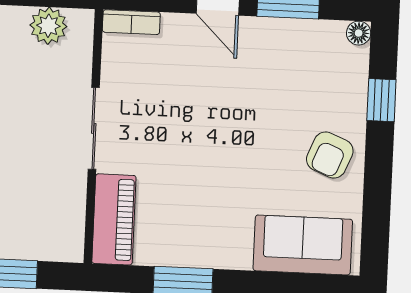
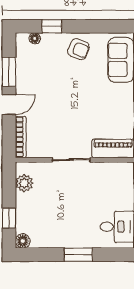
bookcase: (131, 22) -> (21, 137), width x1.56
floor lamp: (359, 33) -> (35, 38), moved

